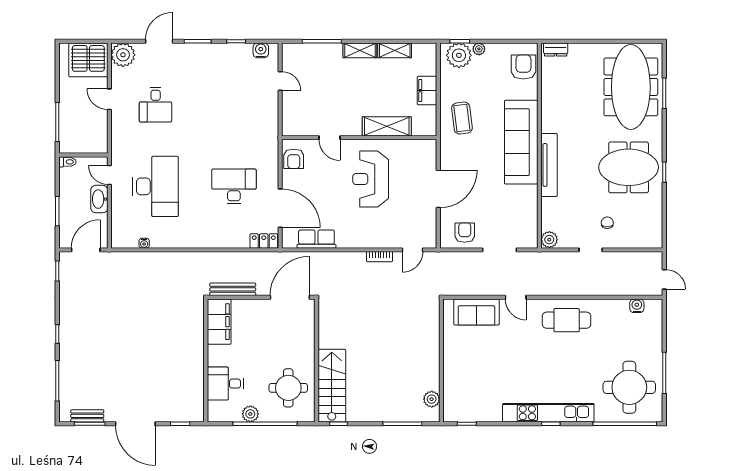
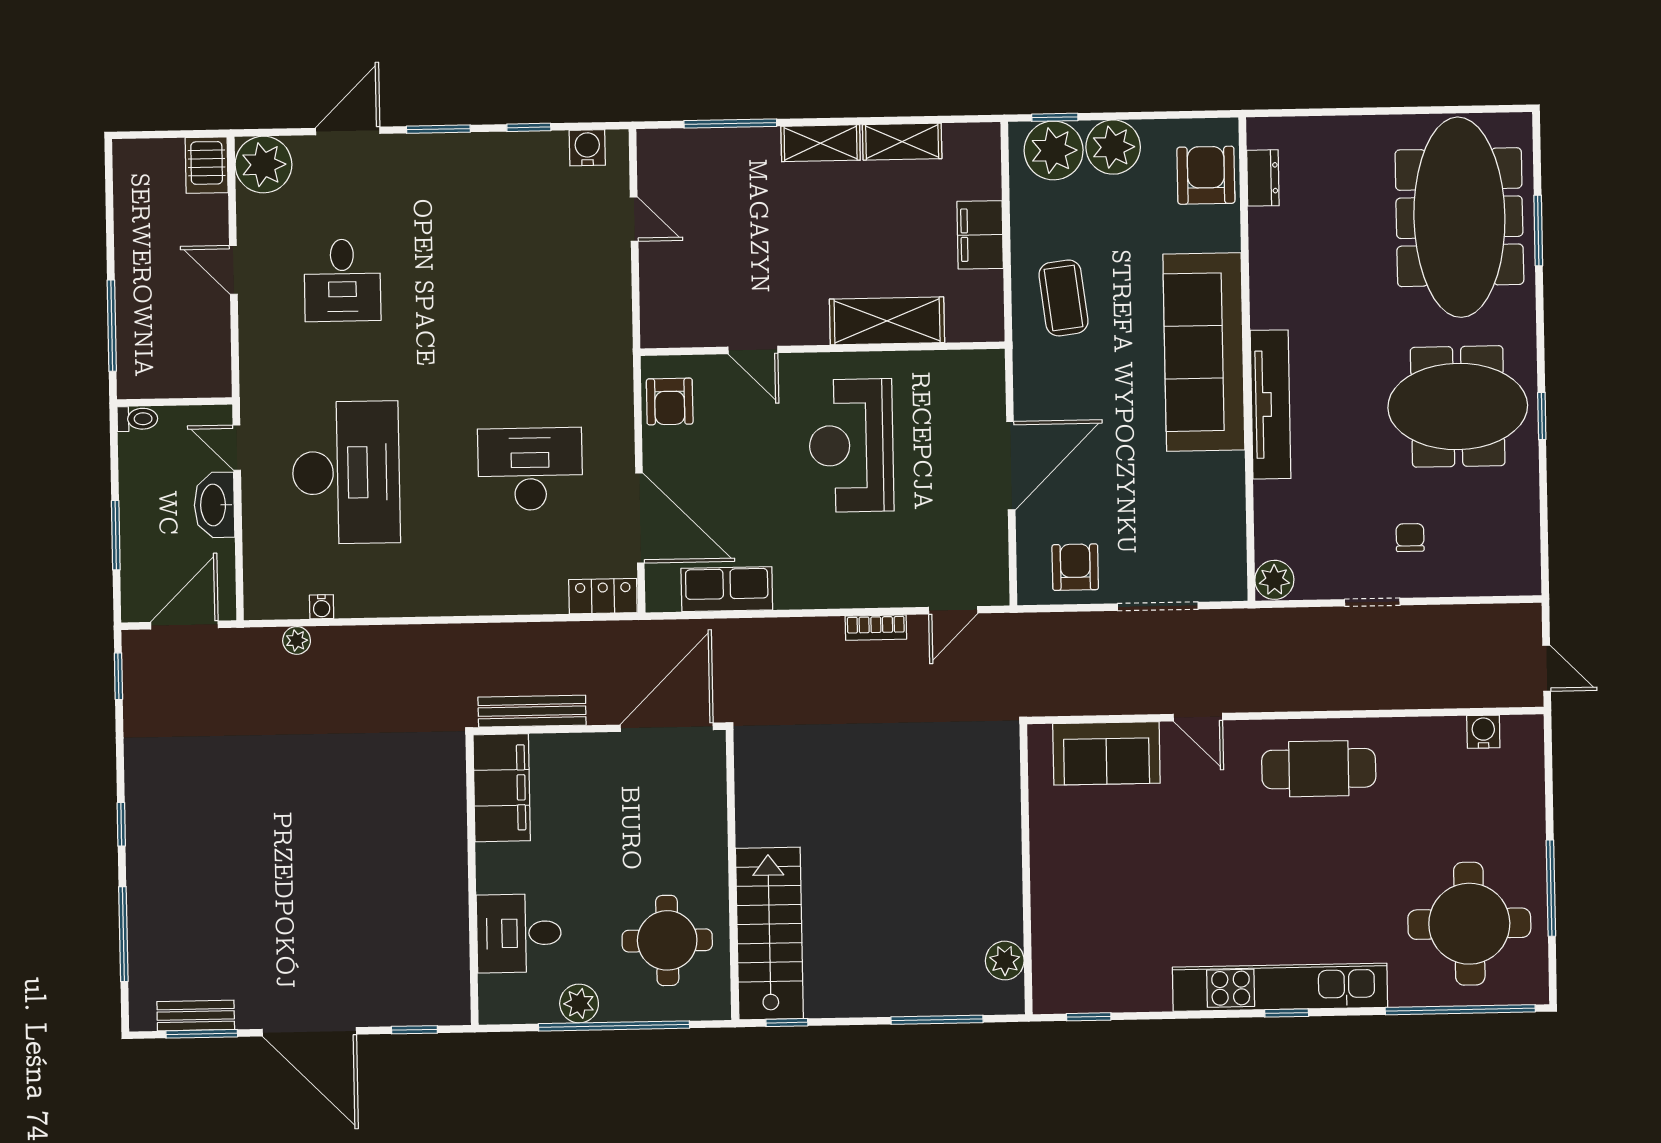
plant: (479, 49) -> (1113, 147), width x1.88, depth x1.88
dresser: (556, 49) -> (1263, 178), moved, turned -90
server rack: (88, 60) -> (207, 165), width x0.46, depth x0.70
plant: (133, 257) -> (297, 640), added

